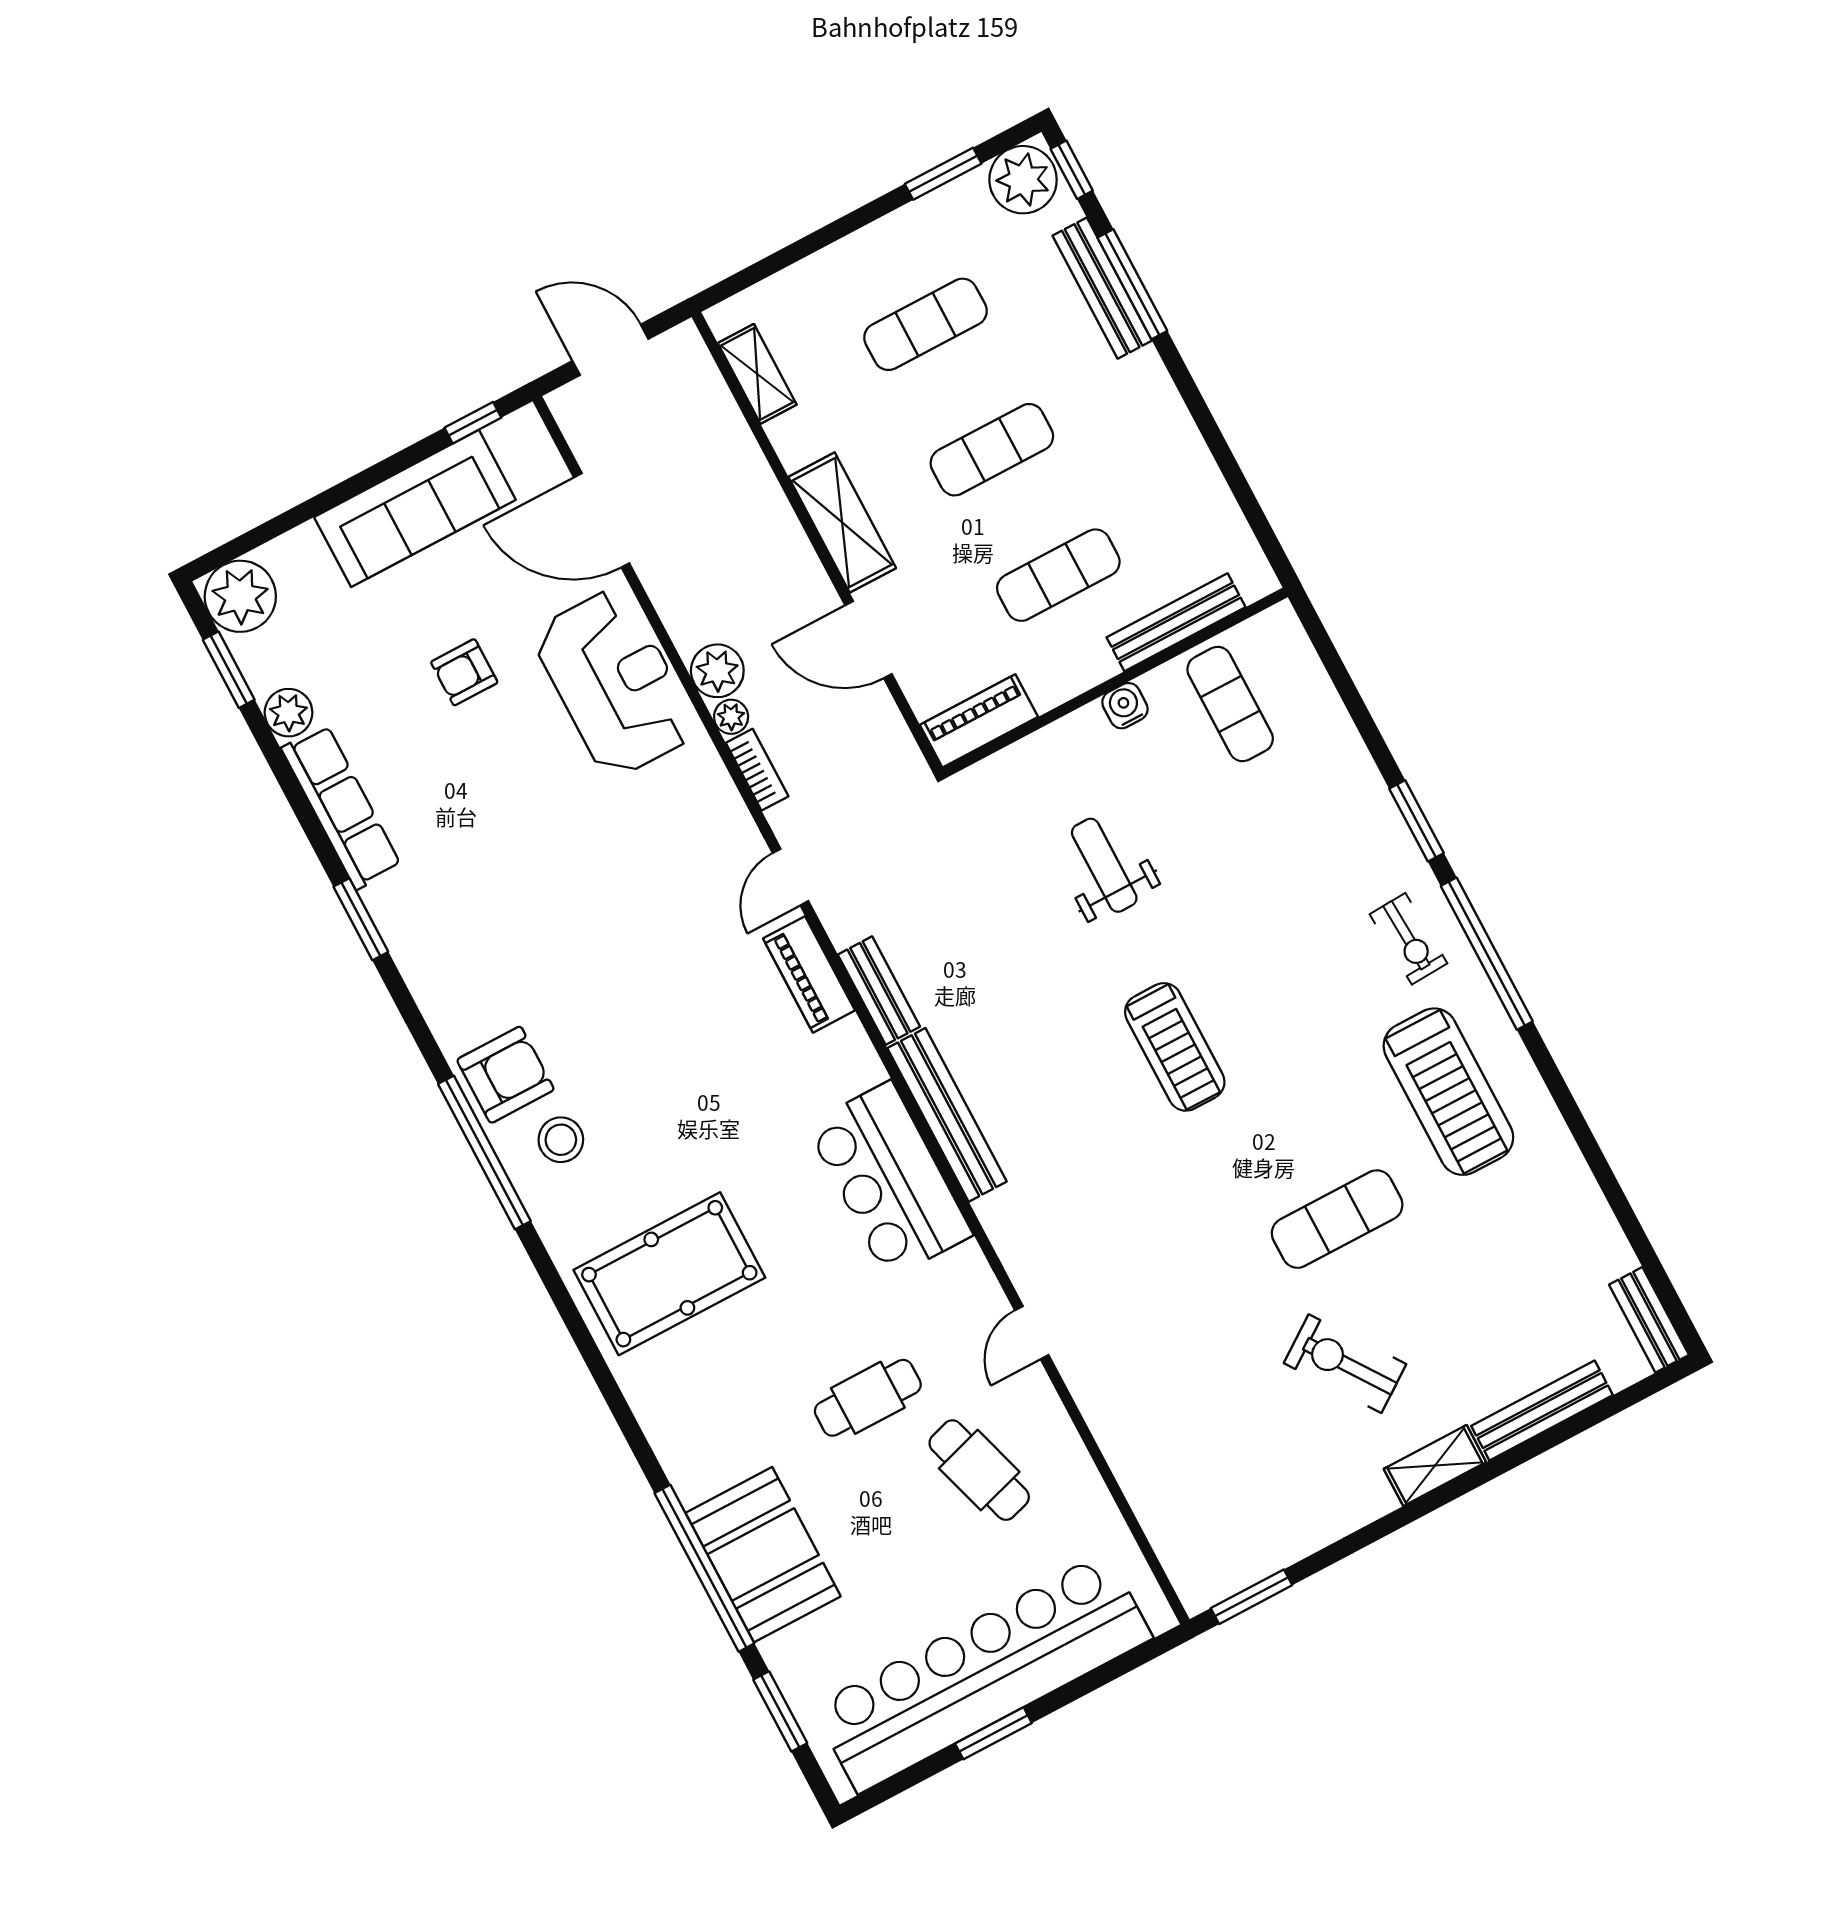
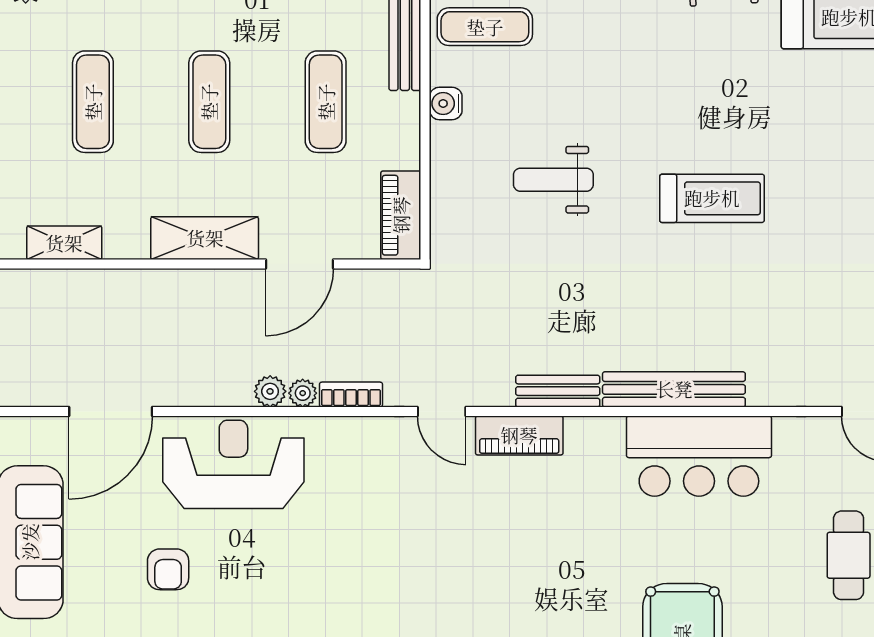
plant: (717, 671) -> (270, 391), width x0.73, depth x0.73

